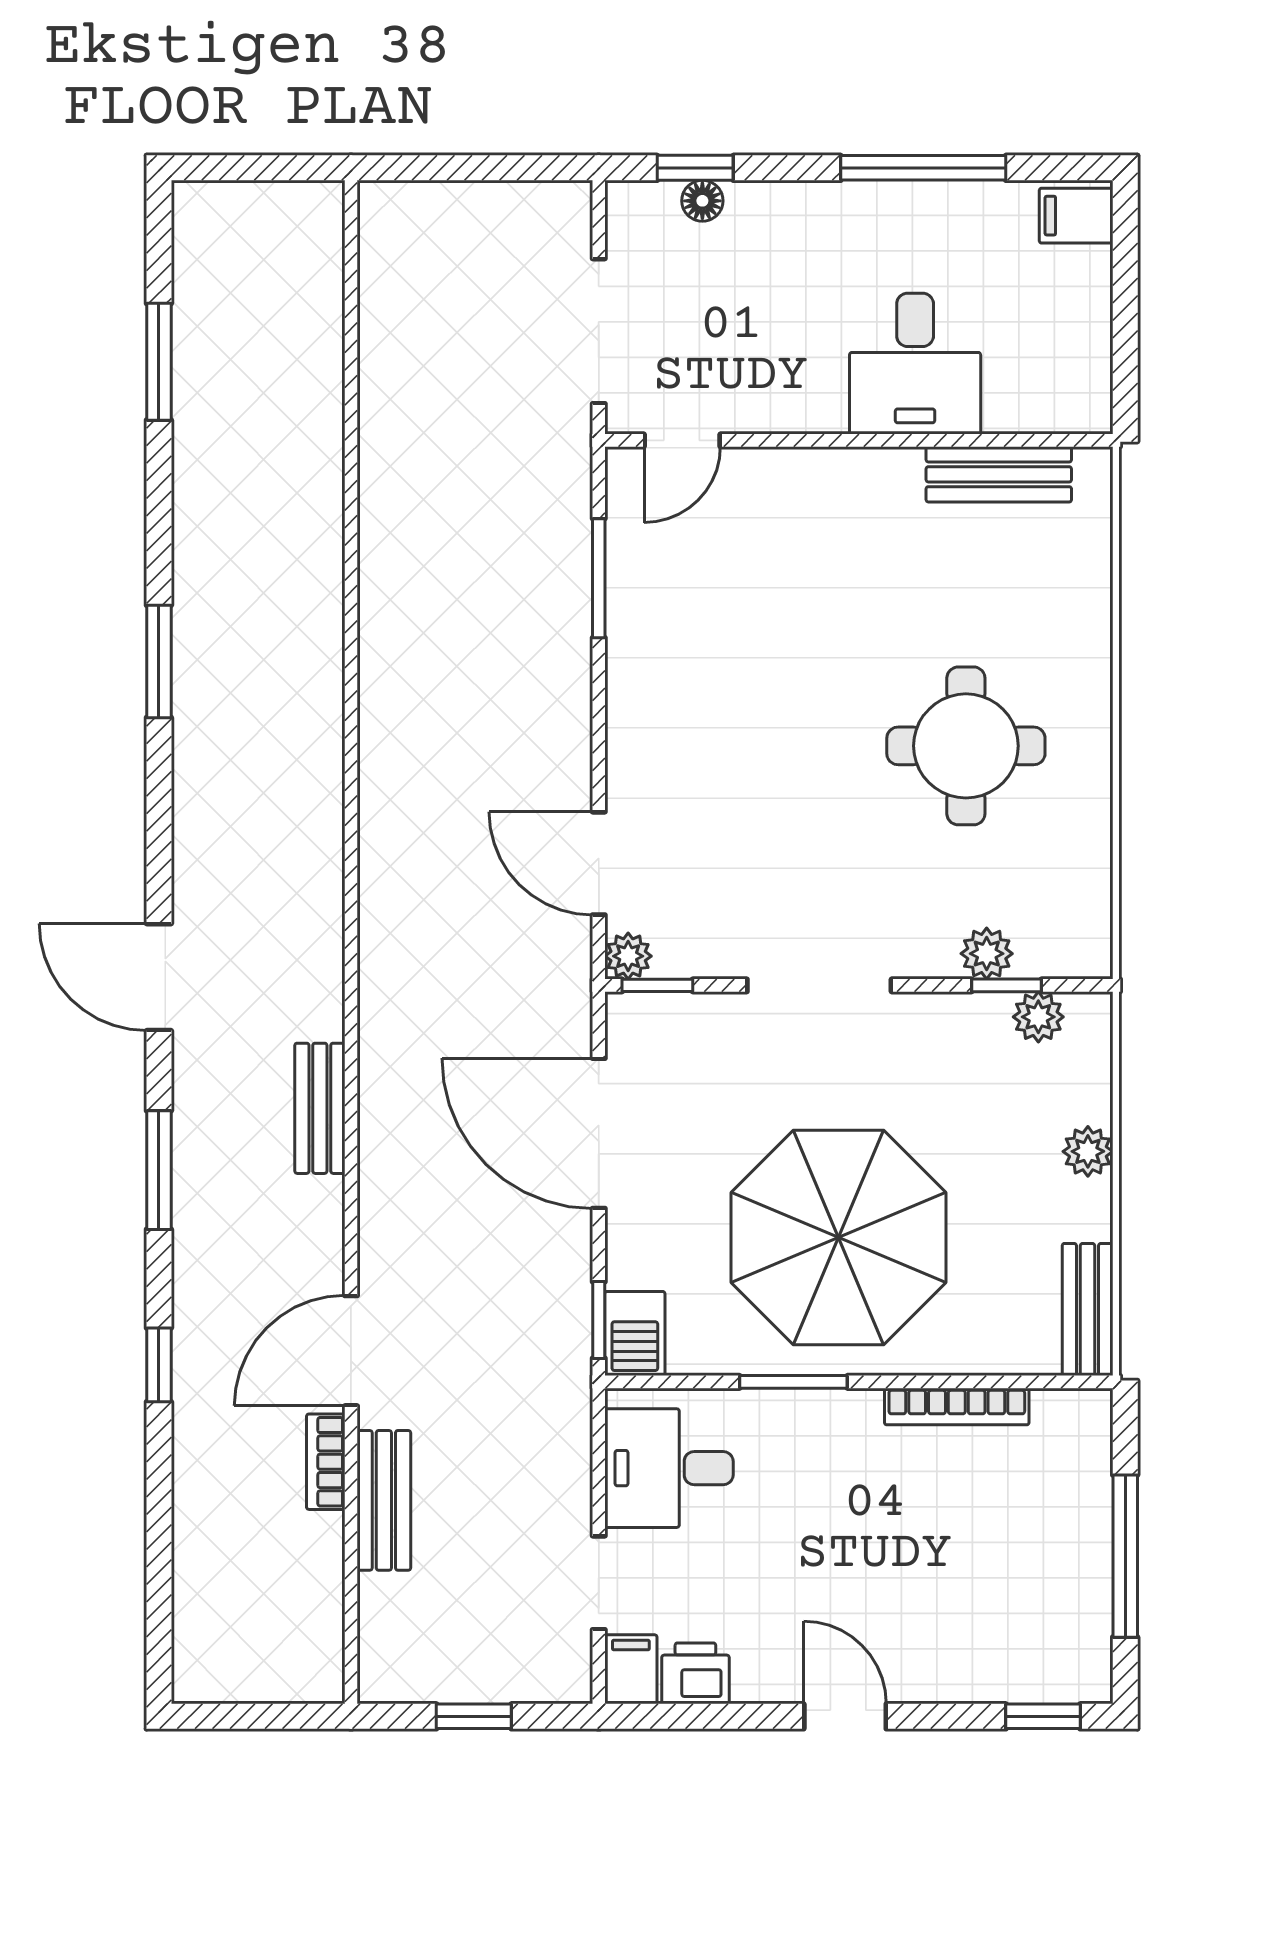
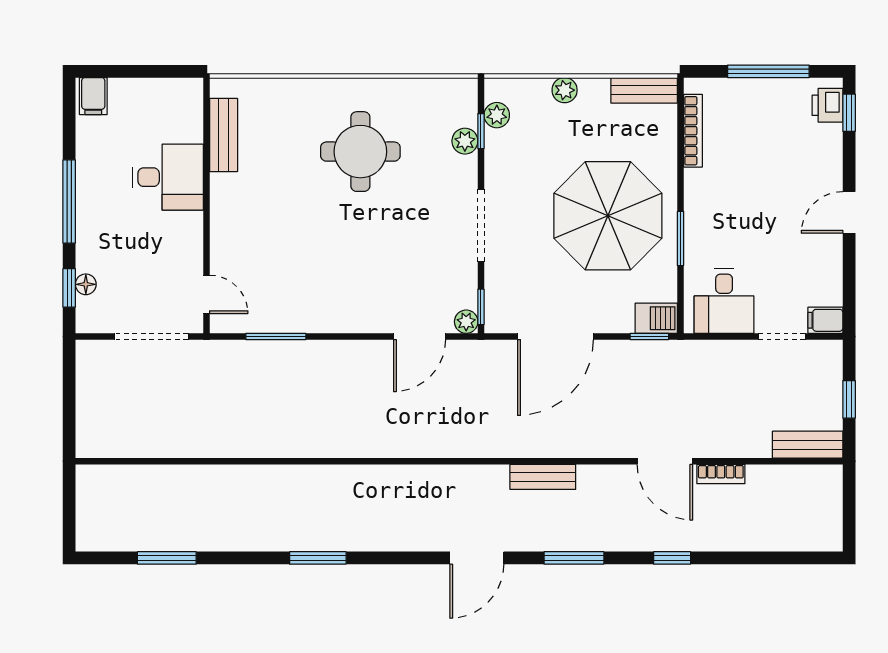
window: (923, 168) -> (69, 201), moved
bookcase: (957, 1407) -> (693, 131), moved
bench: (384, 1500) -> (808, 445), moved
printer: (695, 1673) -> (827, 105), moved

